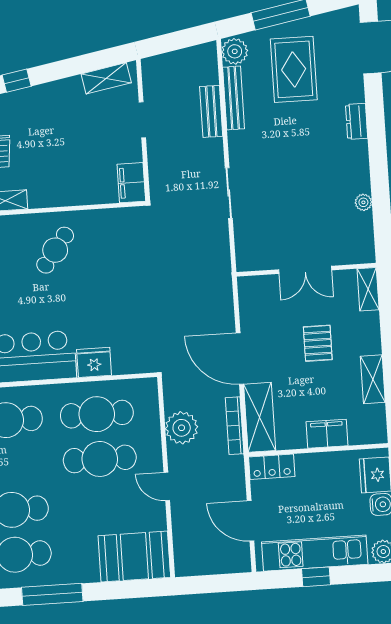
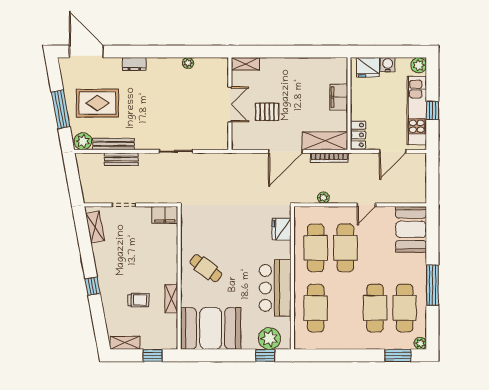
pallet: (318, 343) -> (267, 112), moved
fridge: (94, 362) -> (282, 229), moved
shelving: (373, 379) -> (305, 65), removed
plant: (182, 428) -> (323, 198), width x0.53, depth x0.53

